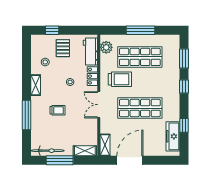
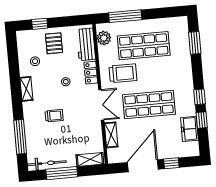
window: (141, 30) -> (125, 16), moved
window: (184, 87) -> (200, 97), moved
double door: (99, 105) -> (101, 105), swing flipped
window: (27, 115) -> (20, 137), moved
freezer: (173, 136) -> (189, 129), width x0.71
shelving: (105, 145) -> (111, 135), moved
window: (155, 160) -> (171, 163), added

